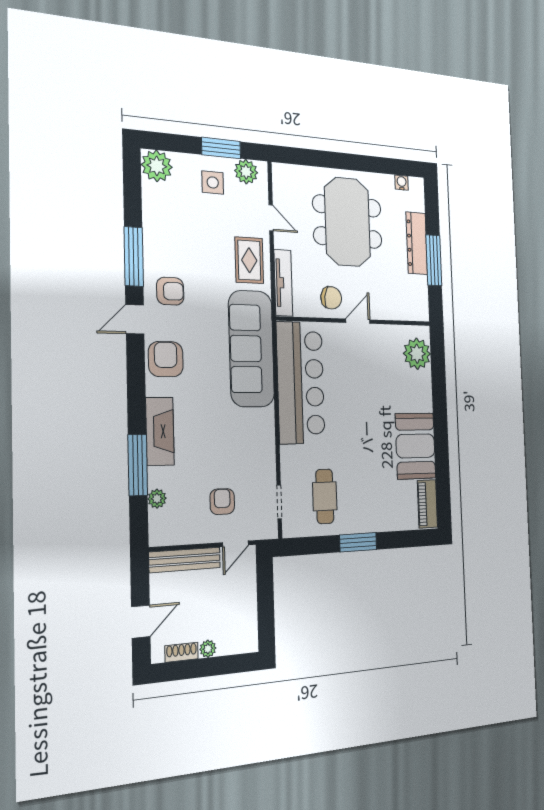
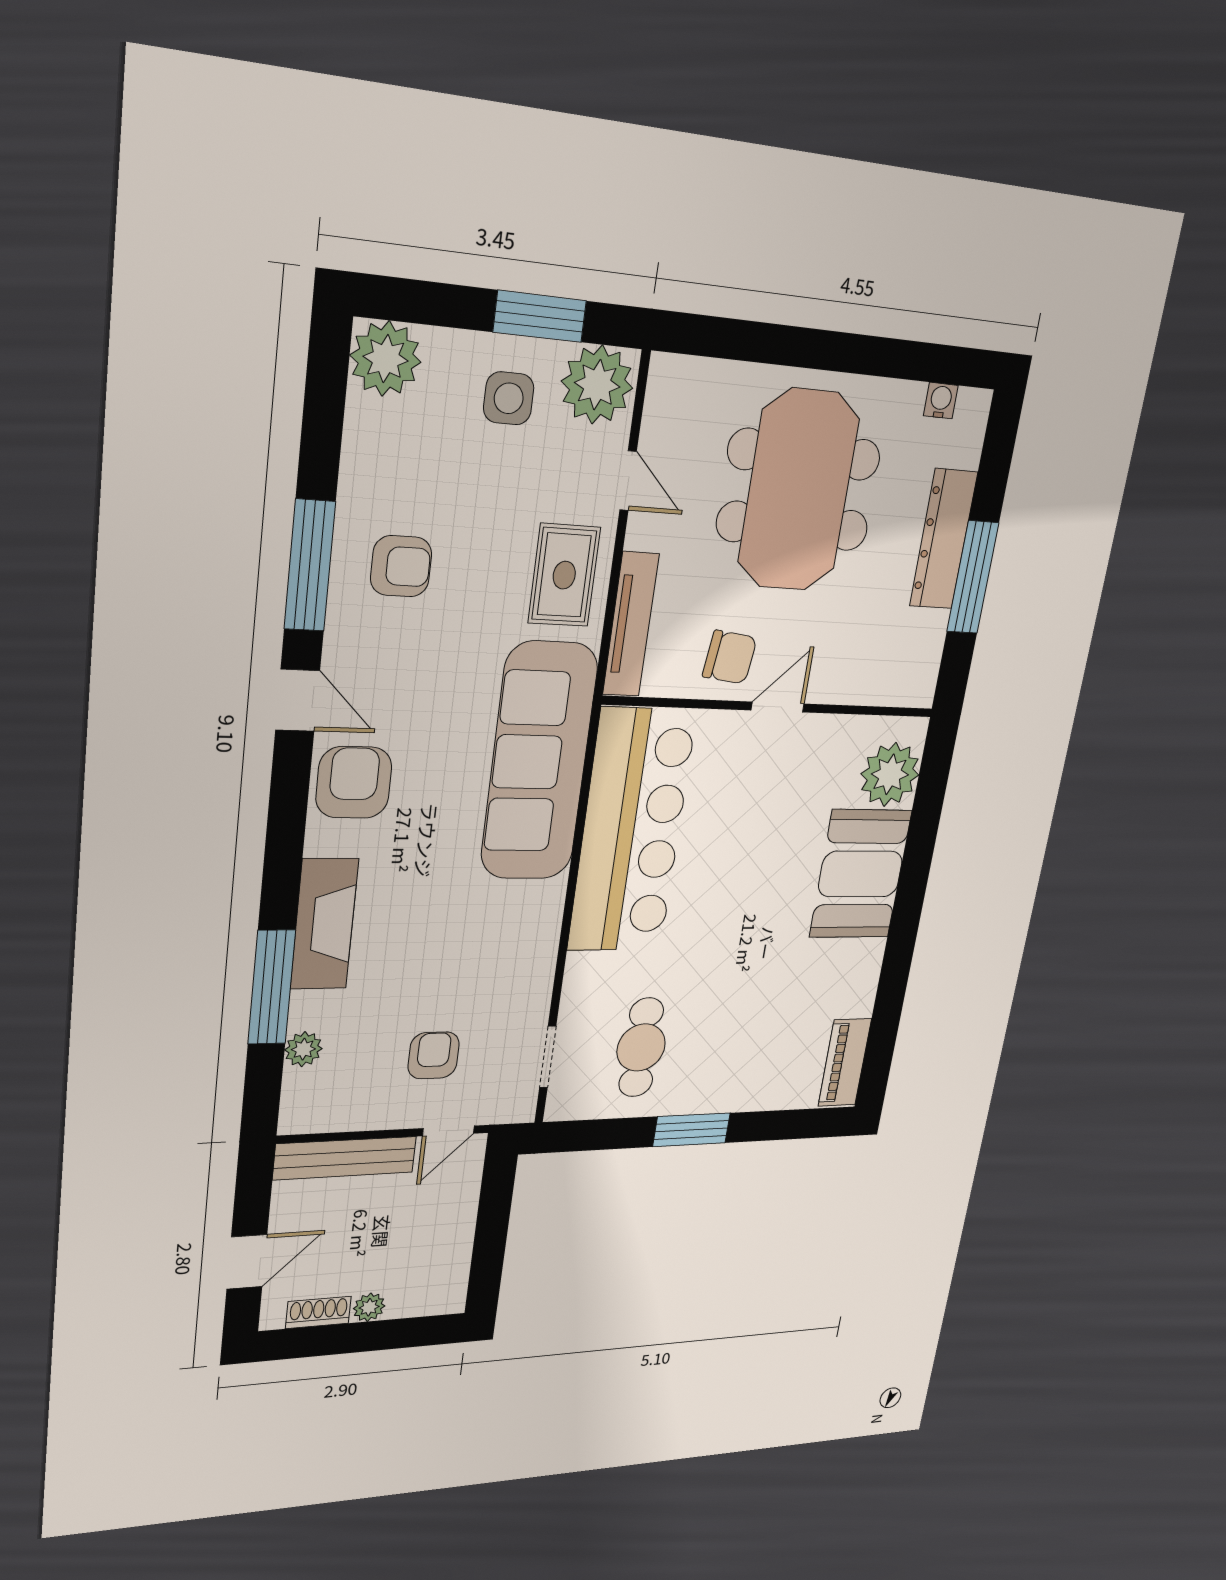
plant: (246, 172) -> (597, 385), width x1.36, depth x1.36
armchair: (170, 291) -> (401, 566), moved
door: (135, 319) -> (298, 700), swing flipped
booth: (415, 446) -> (860, 874), moved

